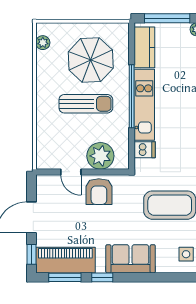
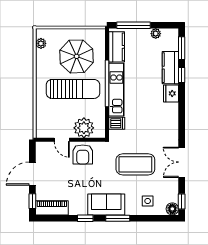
sun lounger: (86, 104) -> (73, 89), width x1.36, depth x1.34
piano: (65, 260) -> (52, 208), width x0.73, depth x0.75
window: (65, 277) -> (118, 218), moved

